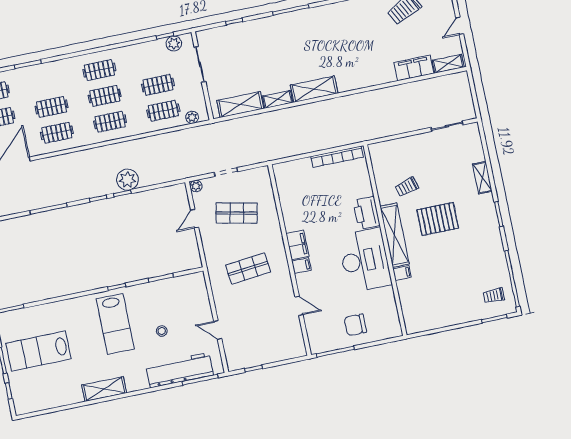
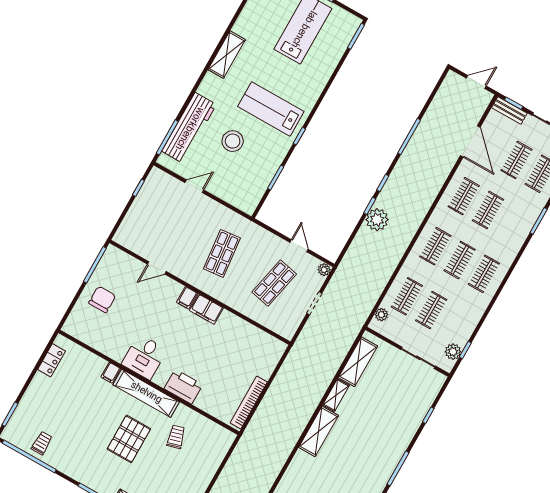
desk: (365, 260) -> (144, 357), width x0.53, depth x0.77
trolley: (494, 296) -> (42, 443), moved
locker: (430, 323) -> (52, 360), added
stool: (162, 331) -> (233, 141), width x1.89, depth x1.89

